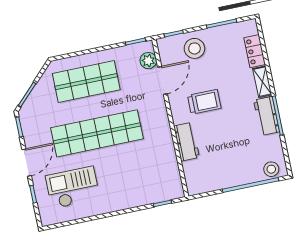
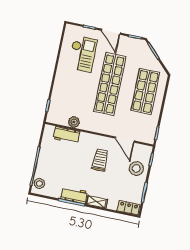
locker: (255, 51) -> (129, 208), moved
plant: (148, 61) -> (74, 122), moved
trolley: (204, 102) -> (100, 160), turned 180
workbench: (187, 142) -> (67, 135), moved

